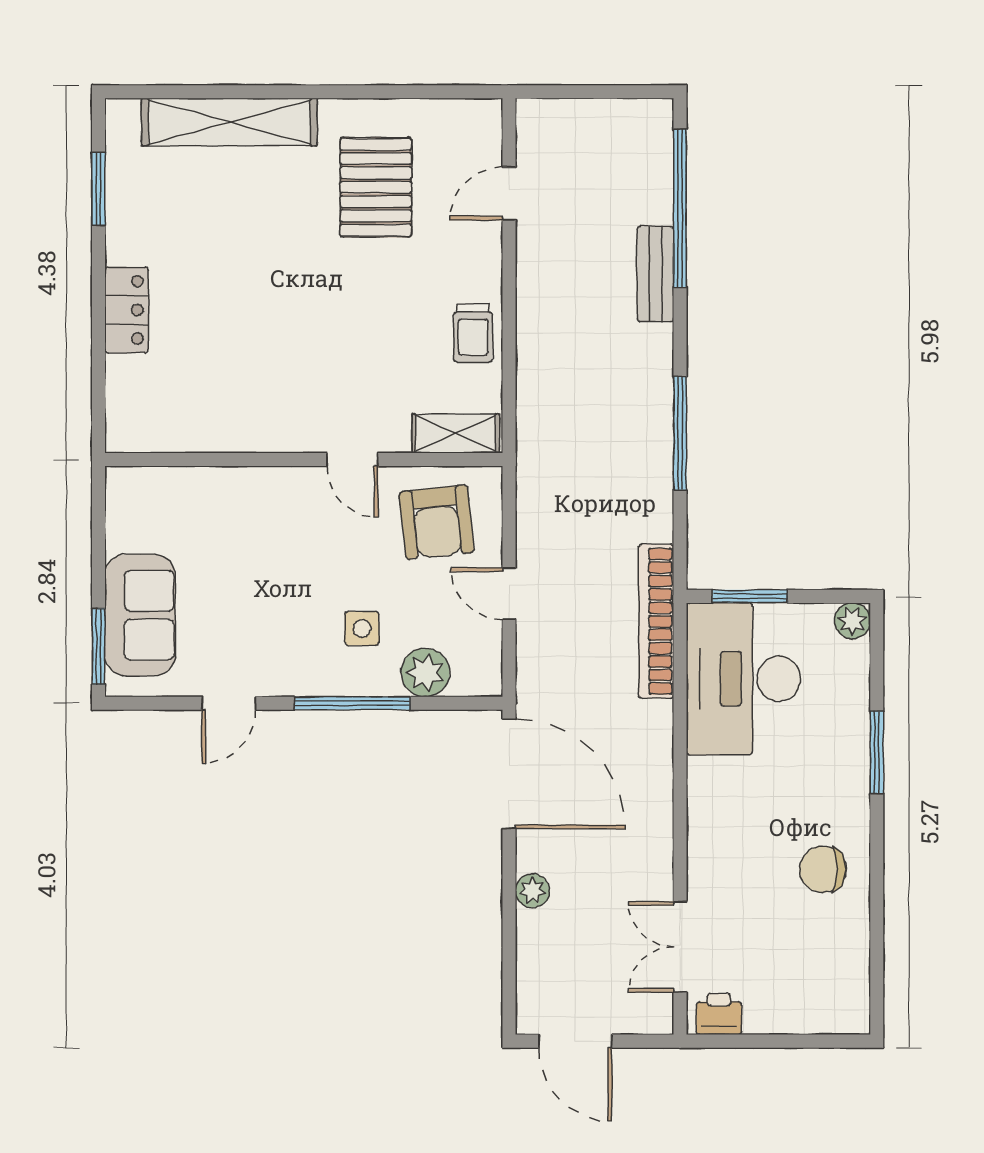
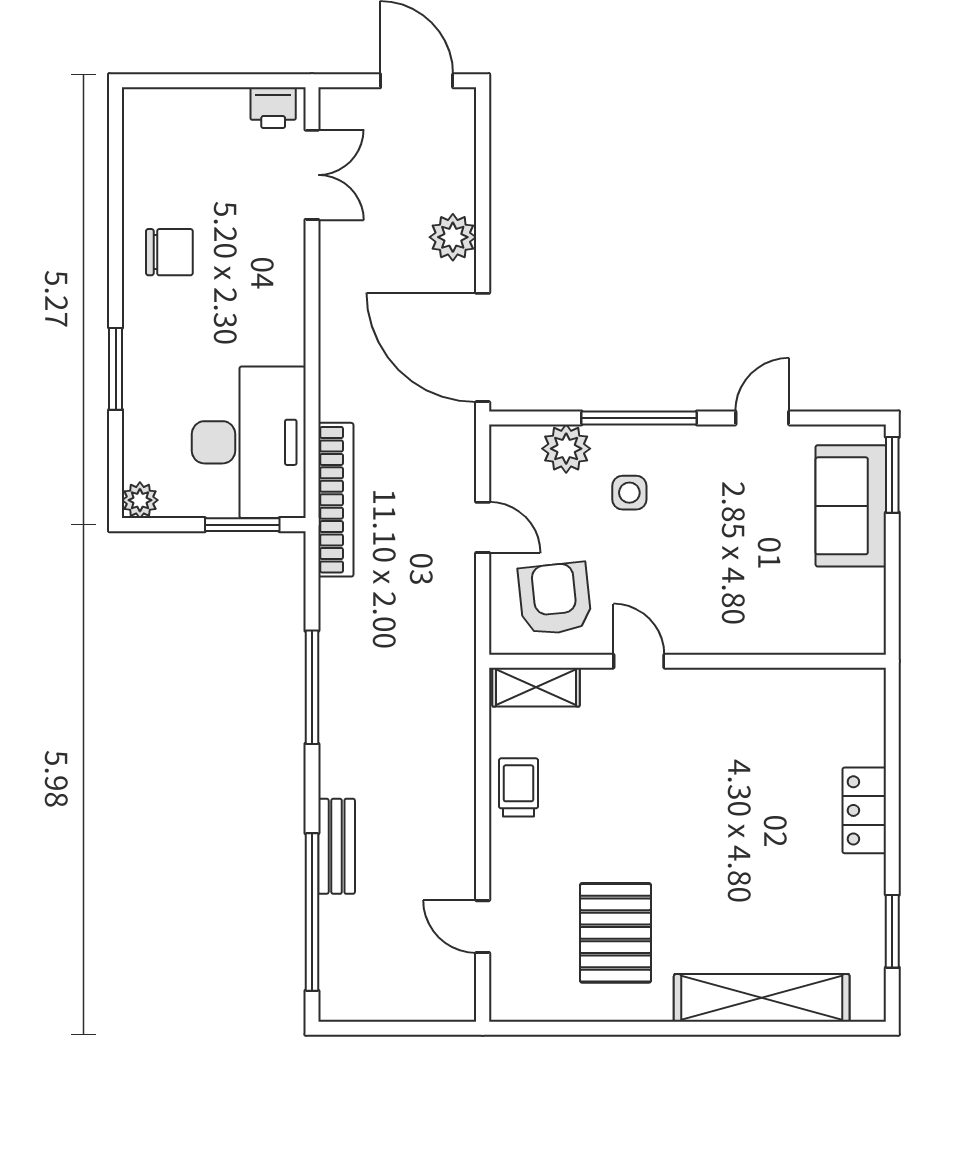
door: (509, 194) -> (483, 927), swing flipped
plant: (532, 891) -> (453, 237), width x1.38, depth x1.38

